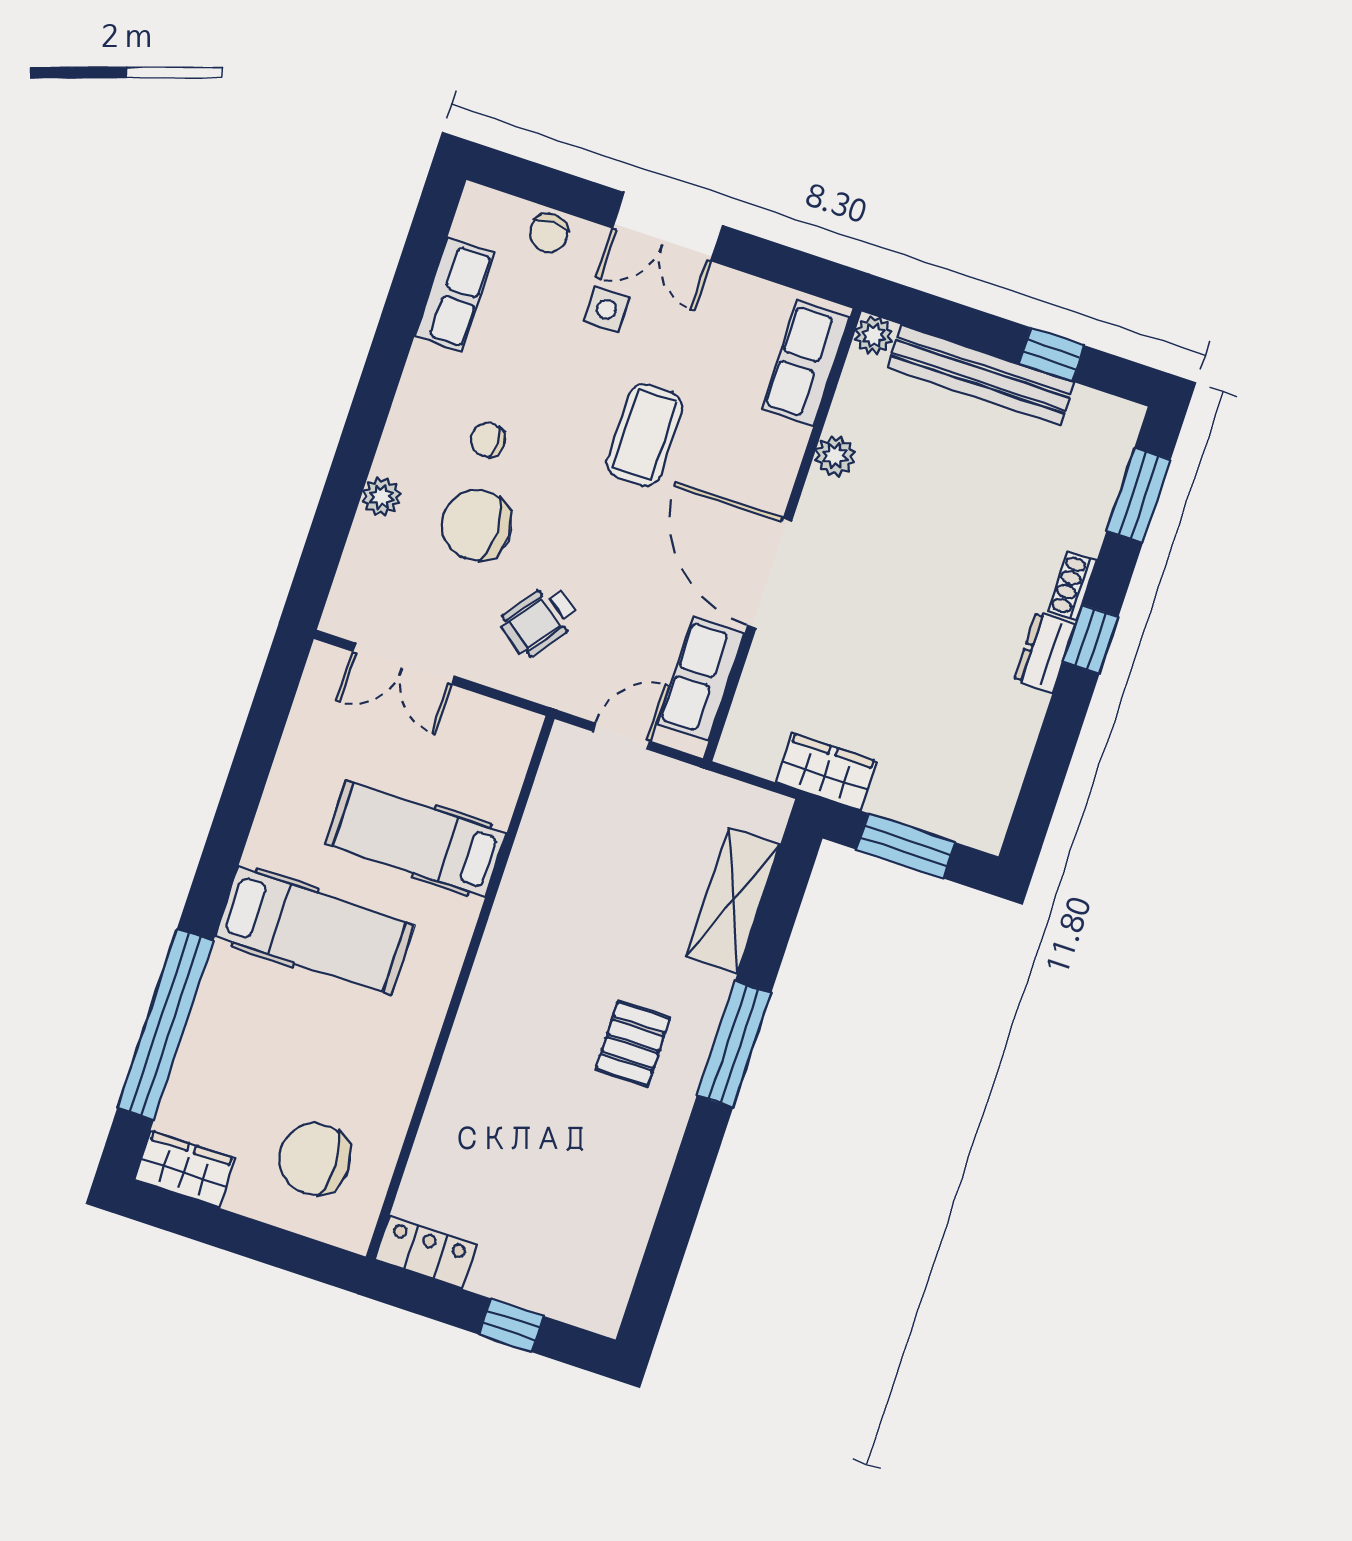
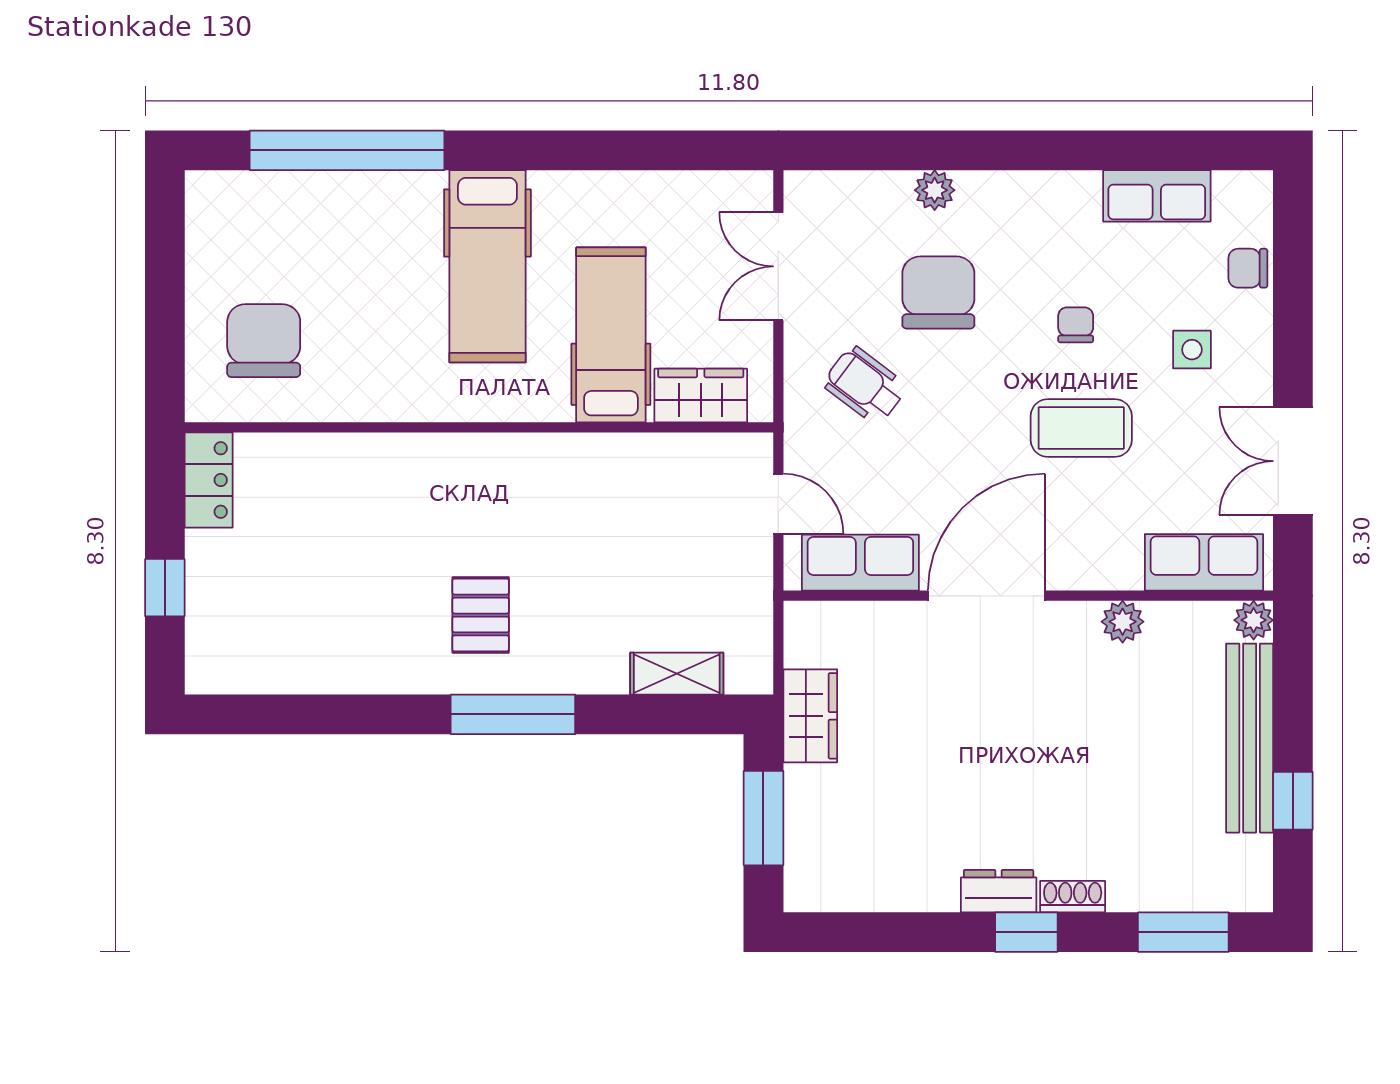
double door: (668, 227) -> (1293, 461), moved
chair: (488, 440) -> (1076, 325), moved
shelving: (733, 901) -> (677, 674), width x0.67, depth x0.75
pallet: (633, 1044) -> (481, 615), turned 90
wardrobe: (185, 1169) -> (701, 396), moved, turned -90

